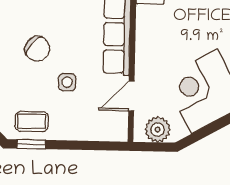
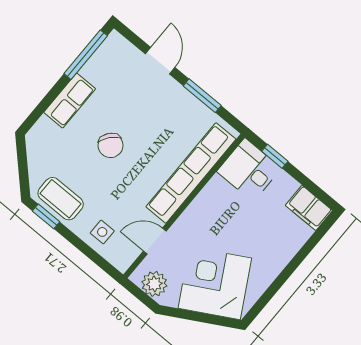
side table: (67, 82) -> (102, 232), moved
coffee table: (32, 121) -> (61, 199), width x1.36, depth x1.30

